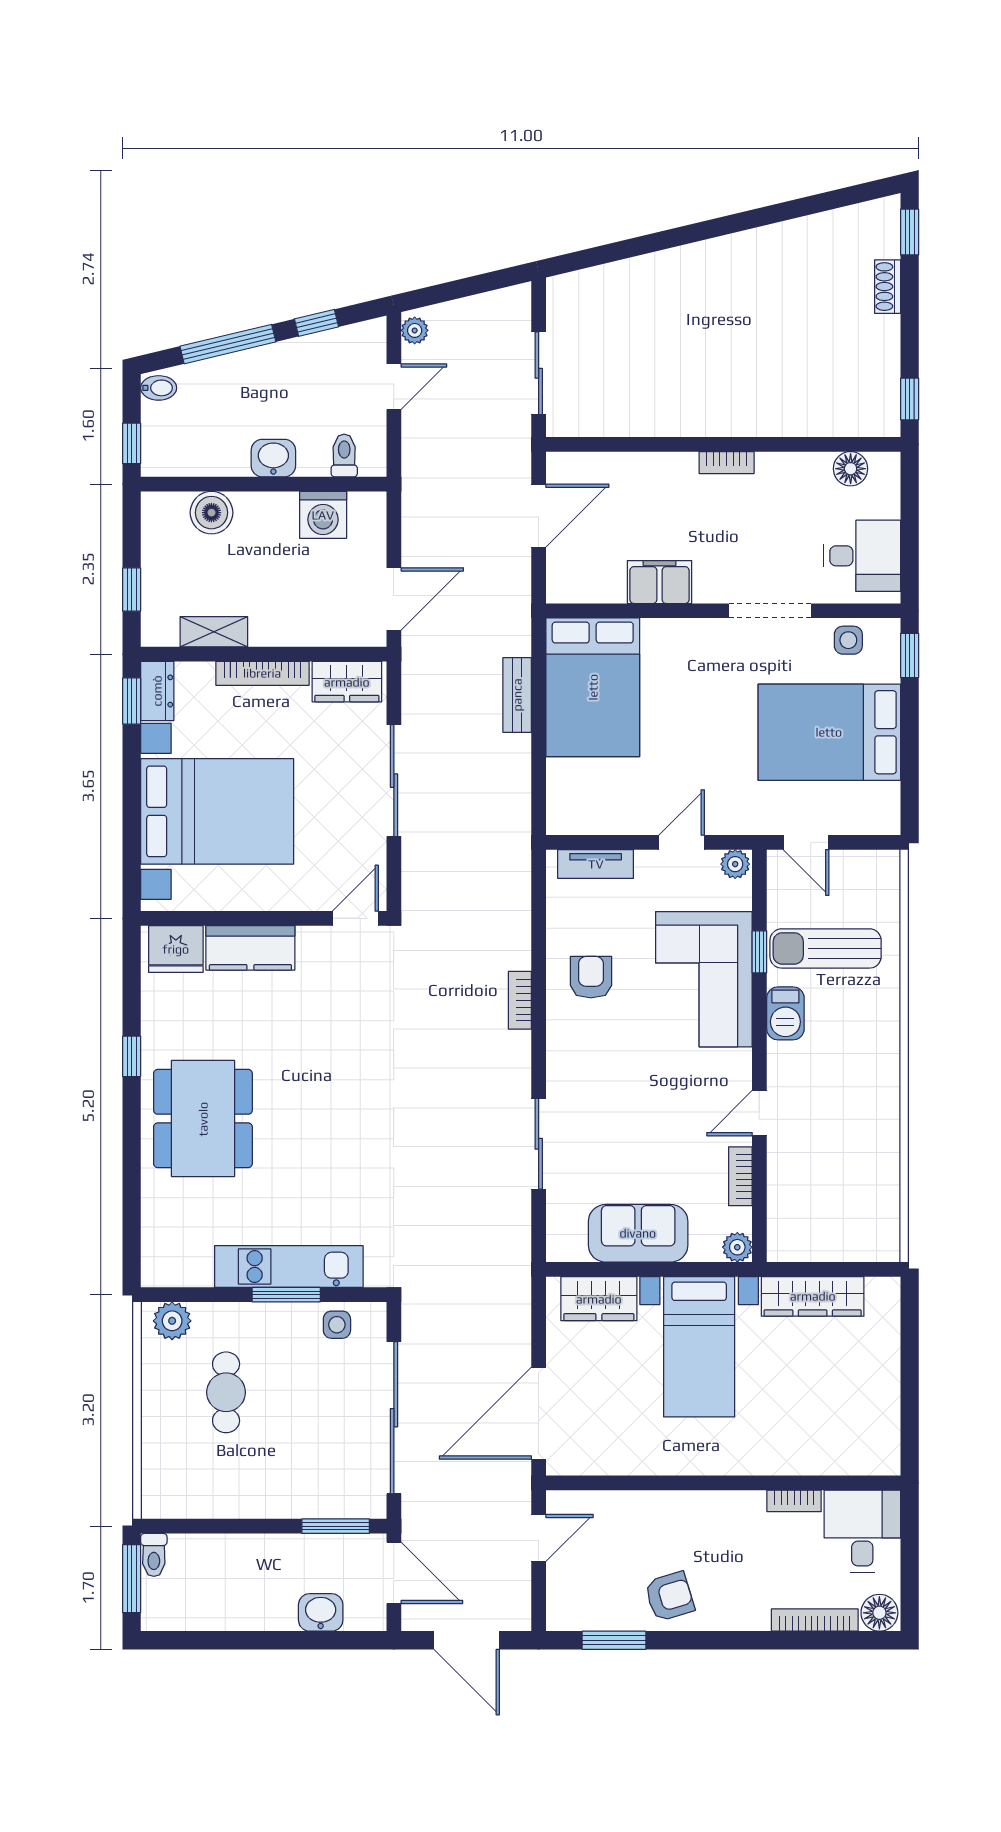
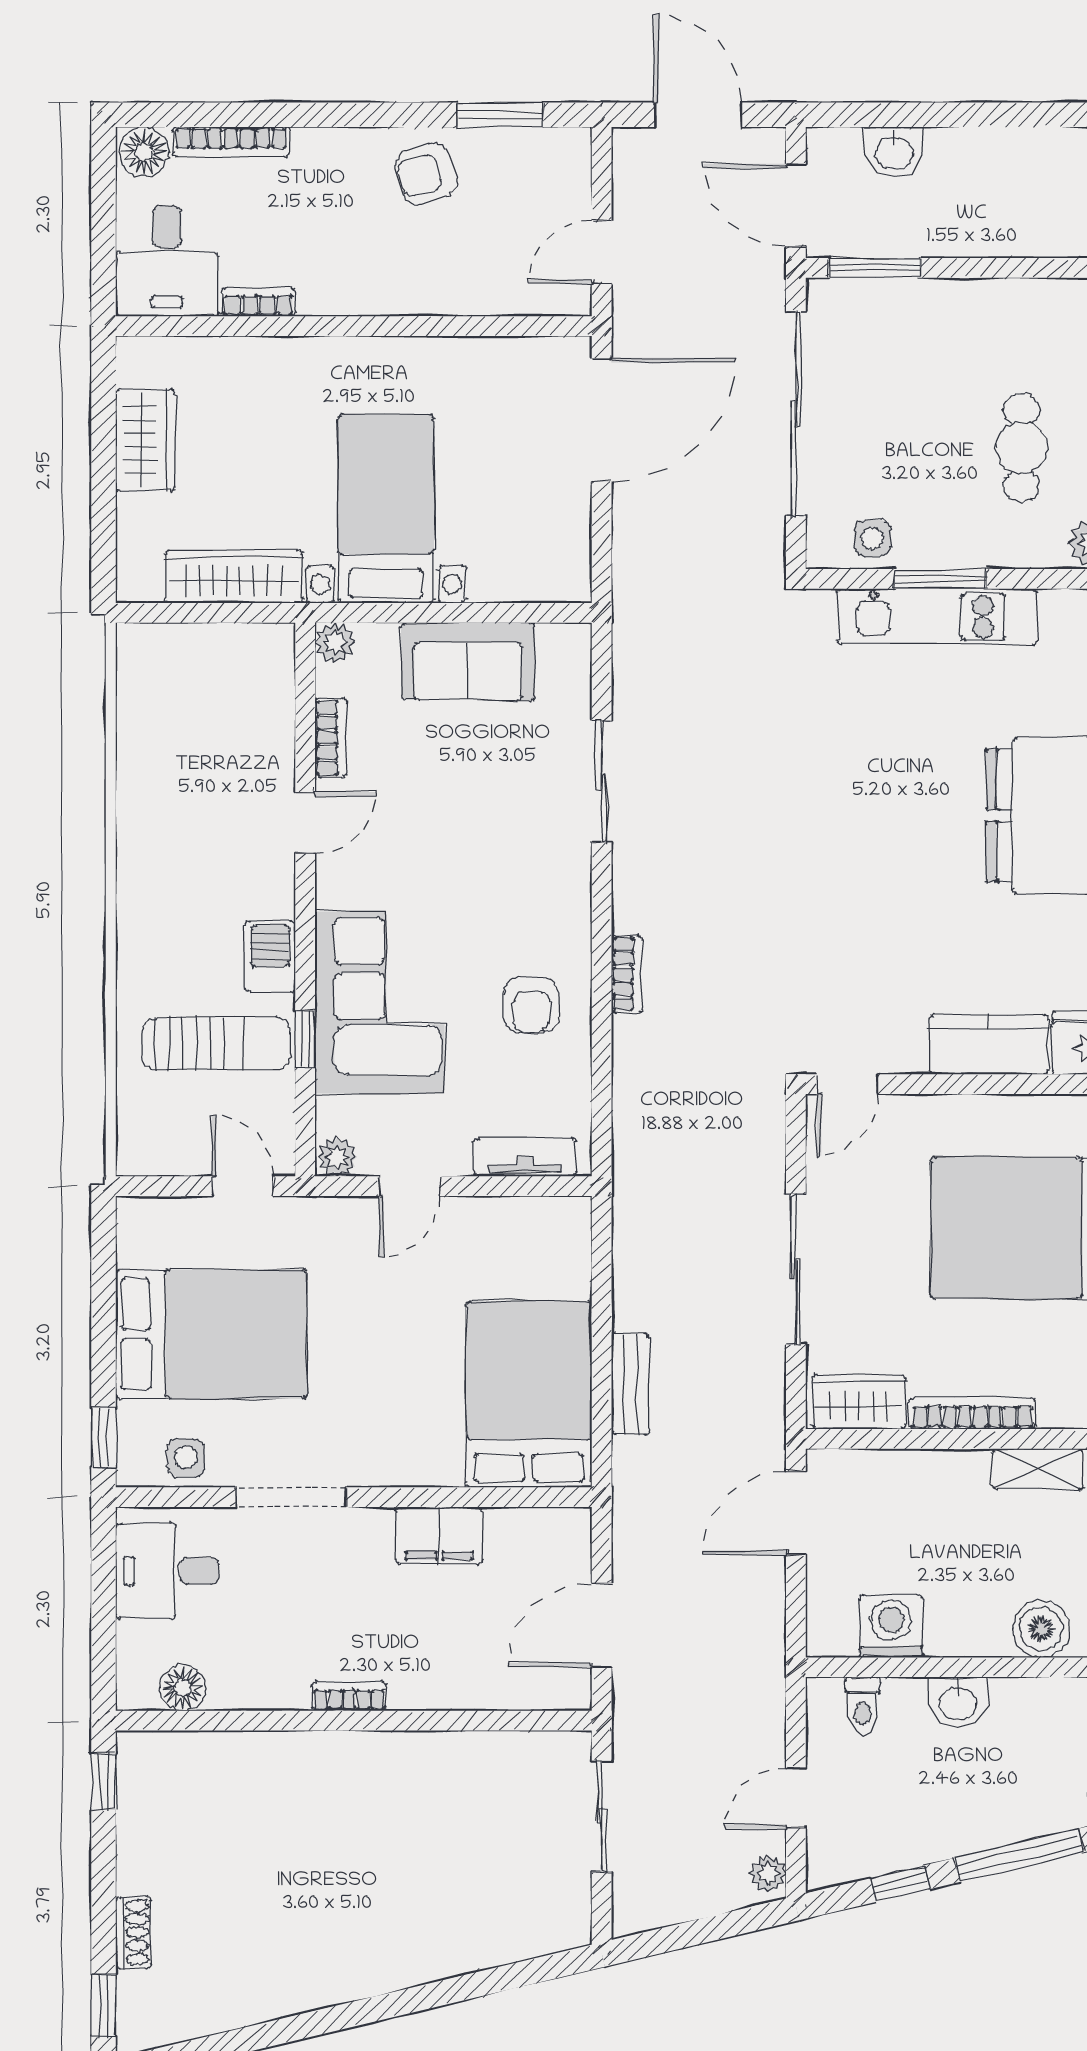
wardrobe: (599, 1299) -> (145, 440), moved, turned 90

